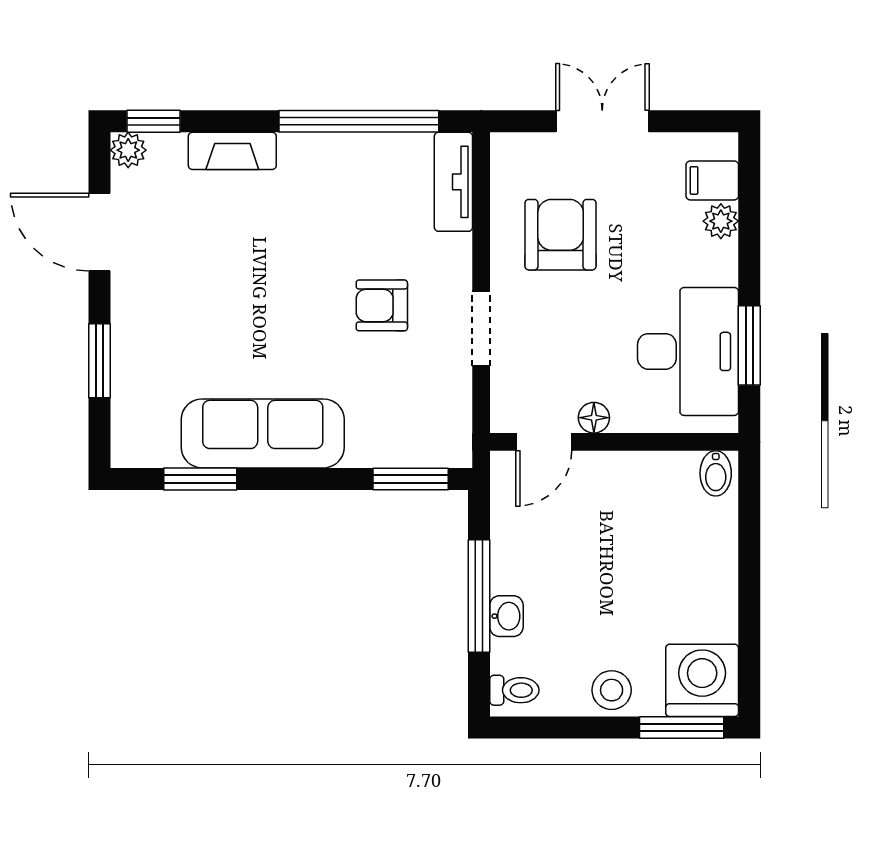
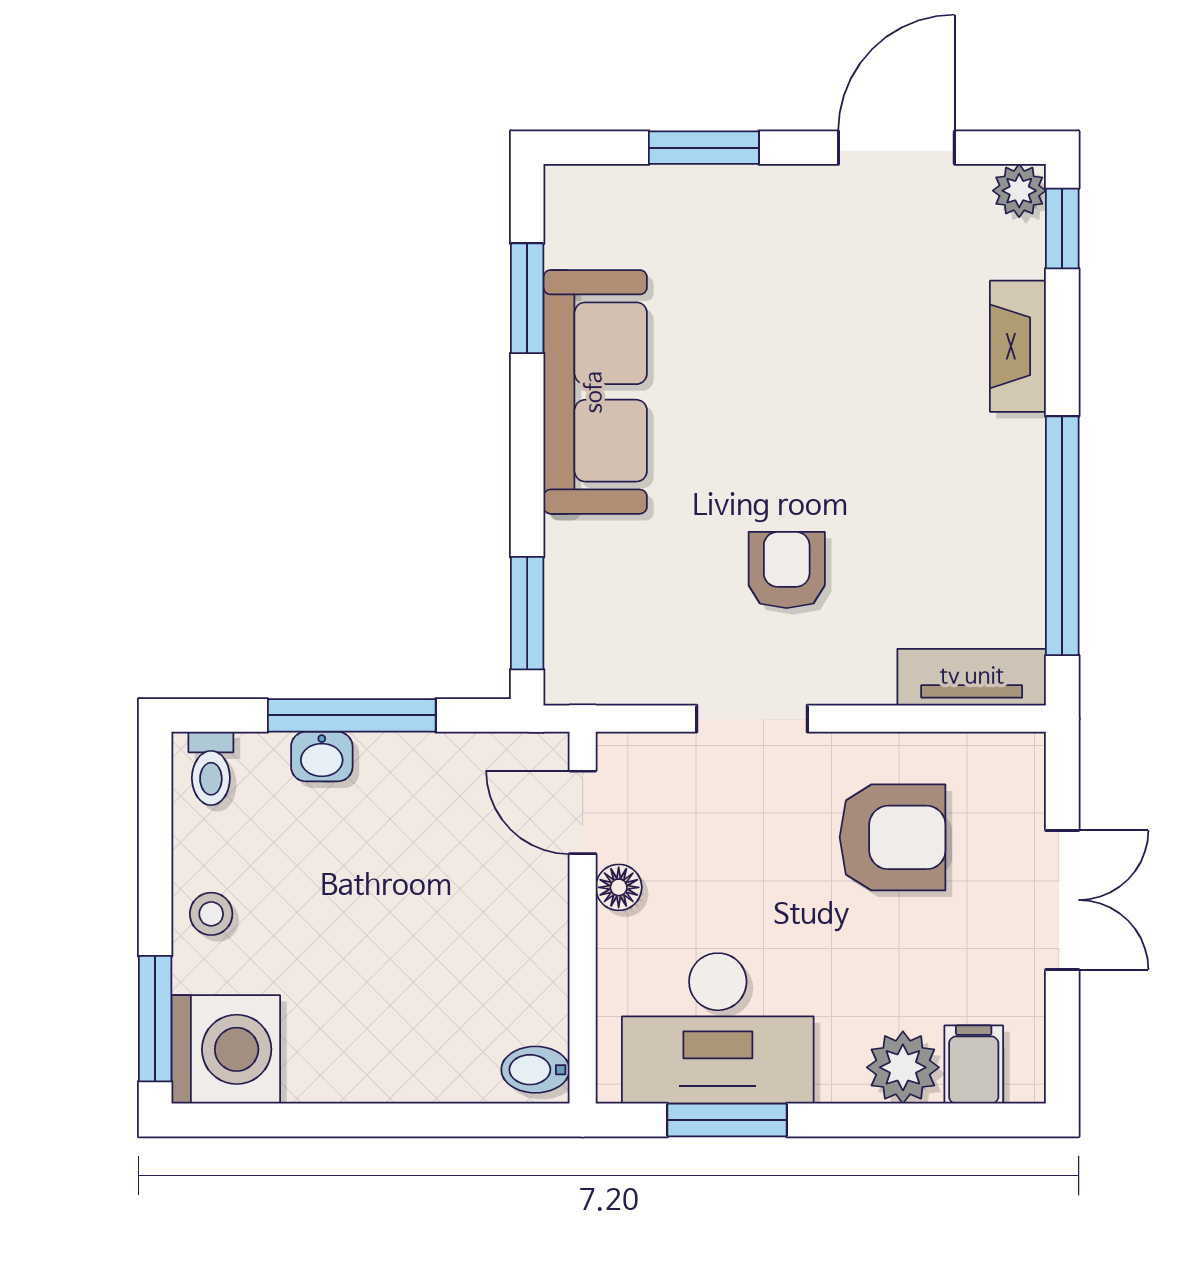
plant: (721, 221) -> (903, 1067), width x1.38, depth x1.38
stool: (612, 690) -> (211, 914), width x0.73, depth x0.73

